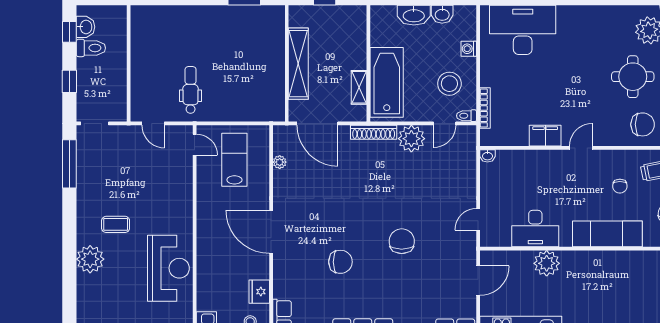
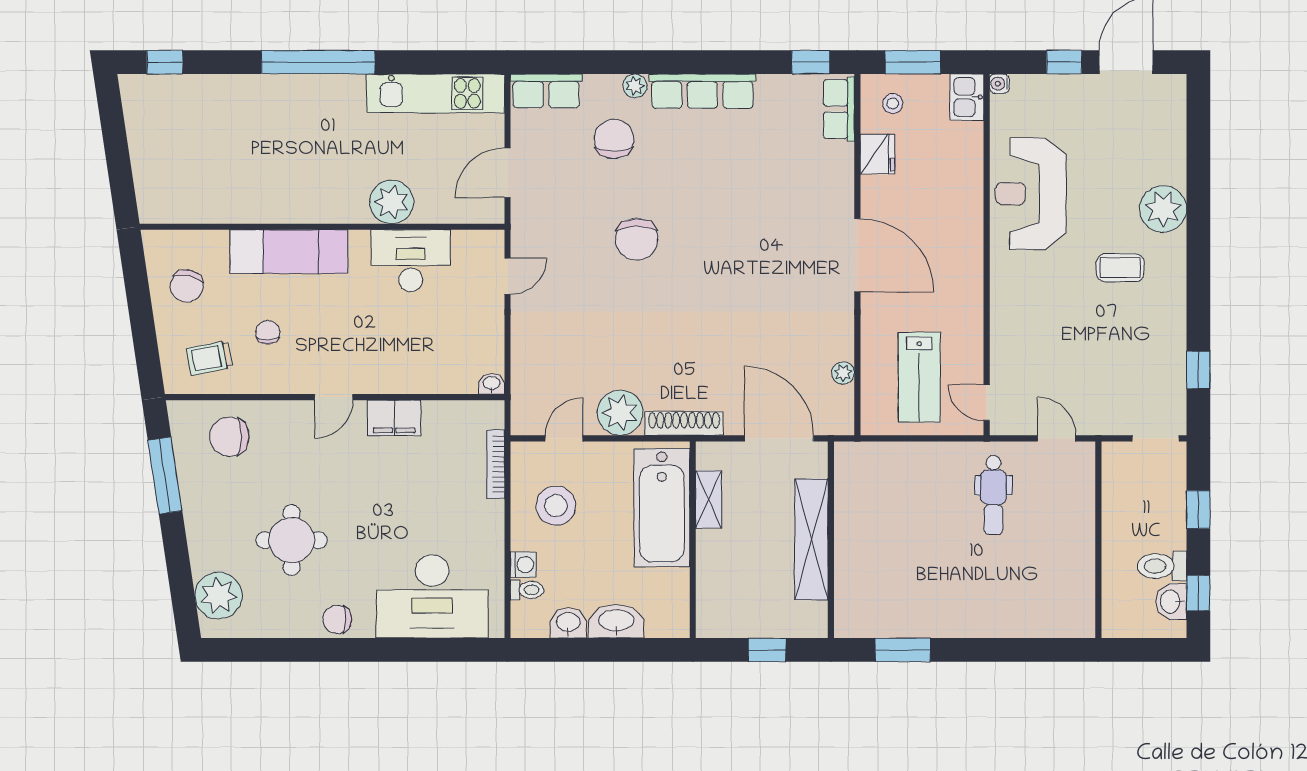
chair: (579, 16) -> (337, 619), added
round table: (633, 77) -> (292, 540), moved
toilet: (466, 116) -> (527, 590), moved
window: (69, 164) -> (1198, 370), width x0.46
chair: (340, 262) -> (614, 139), moved, turned 90

